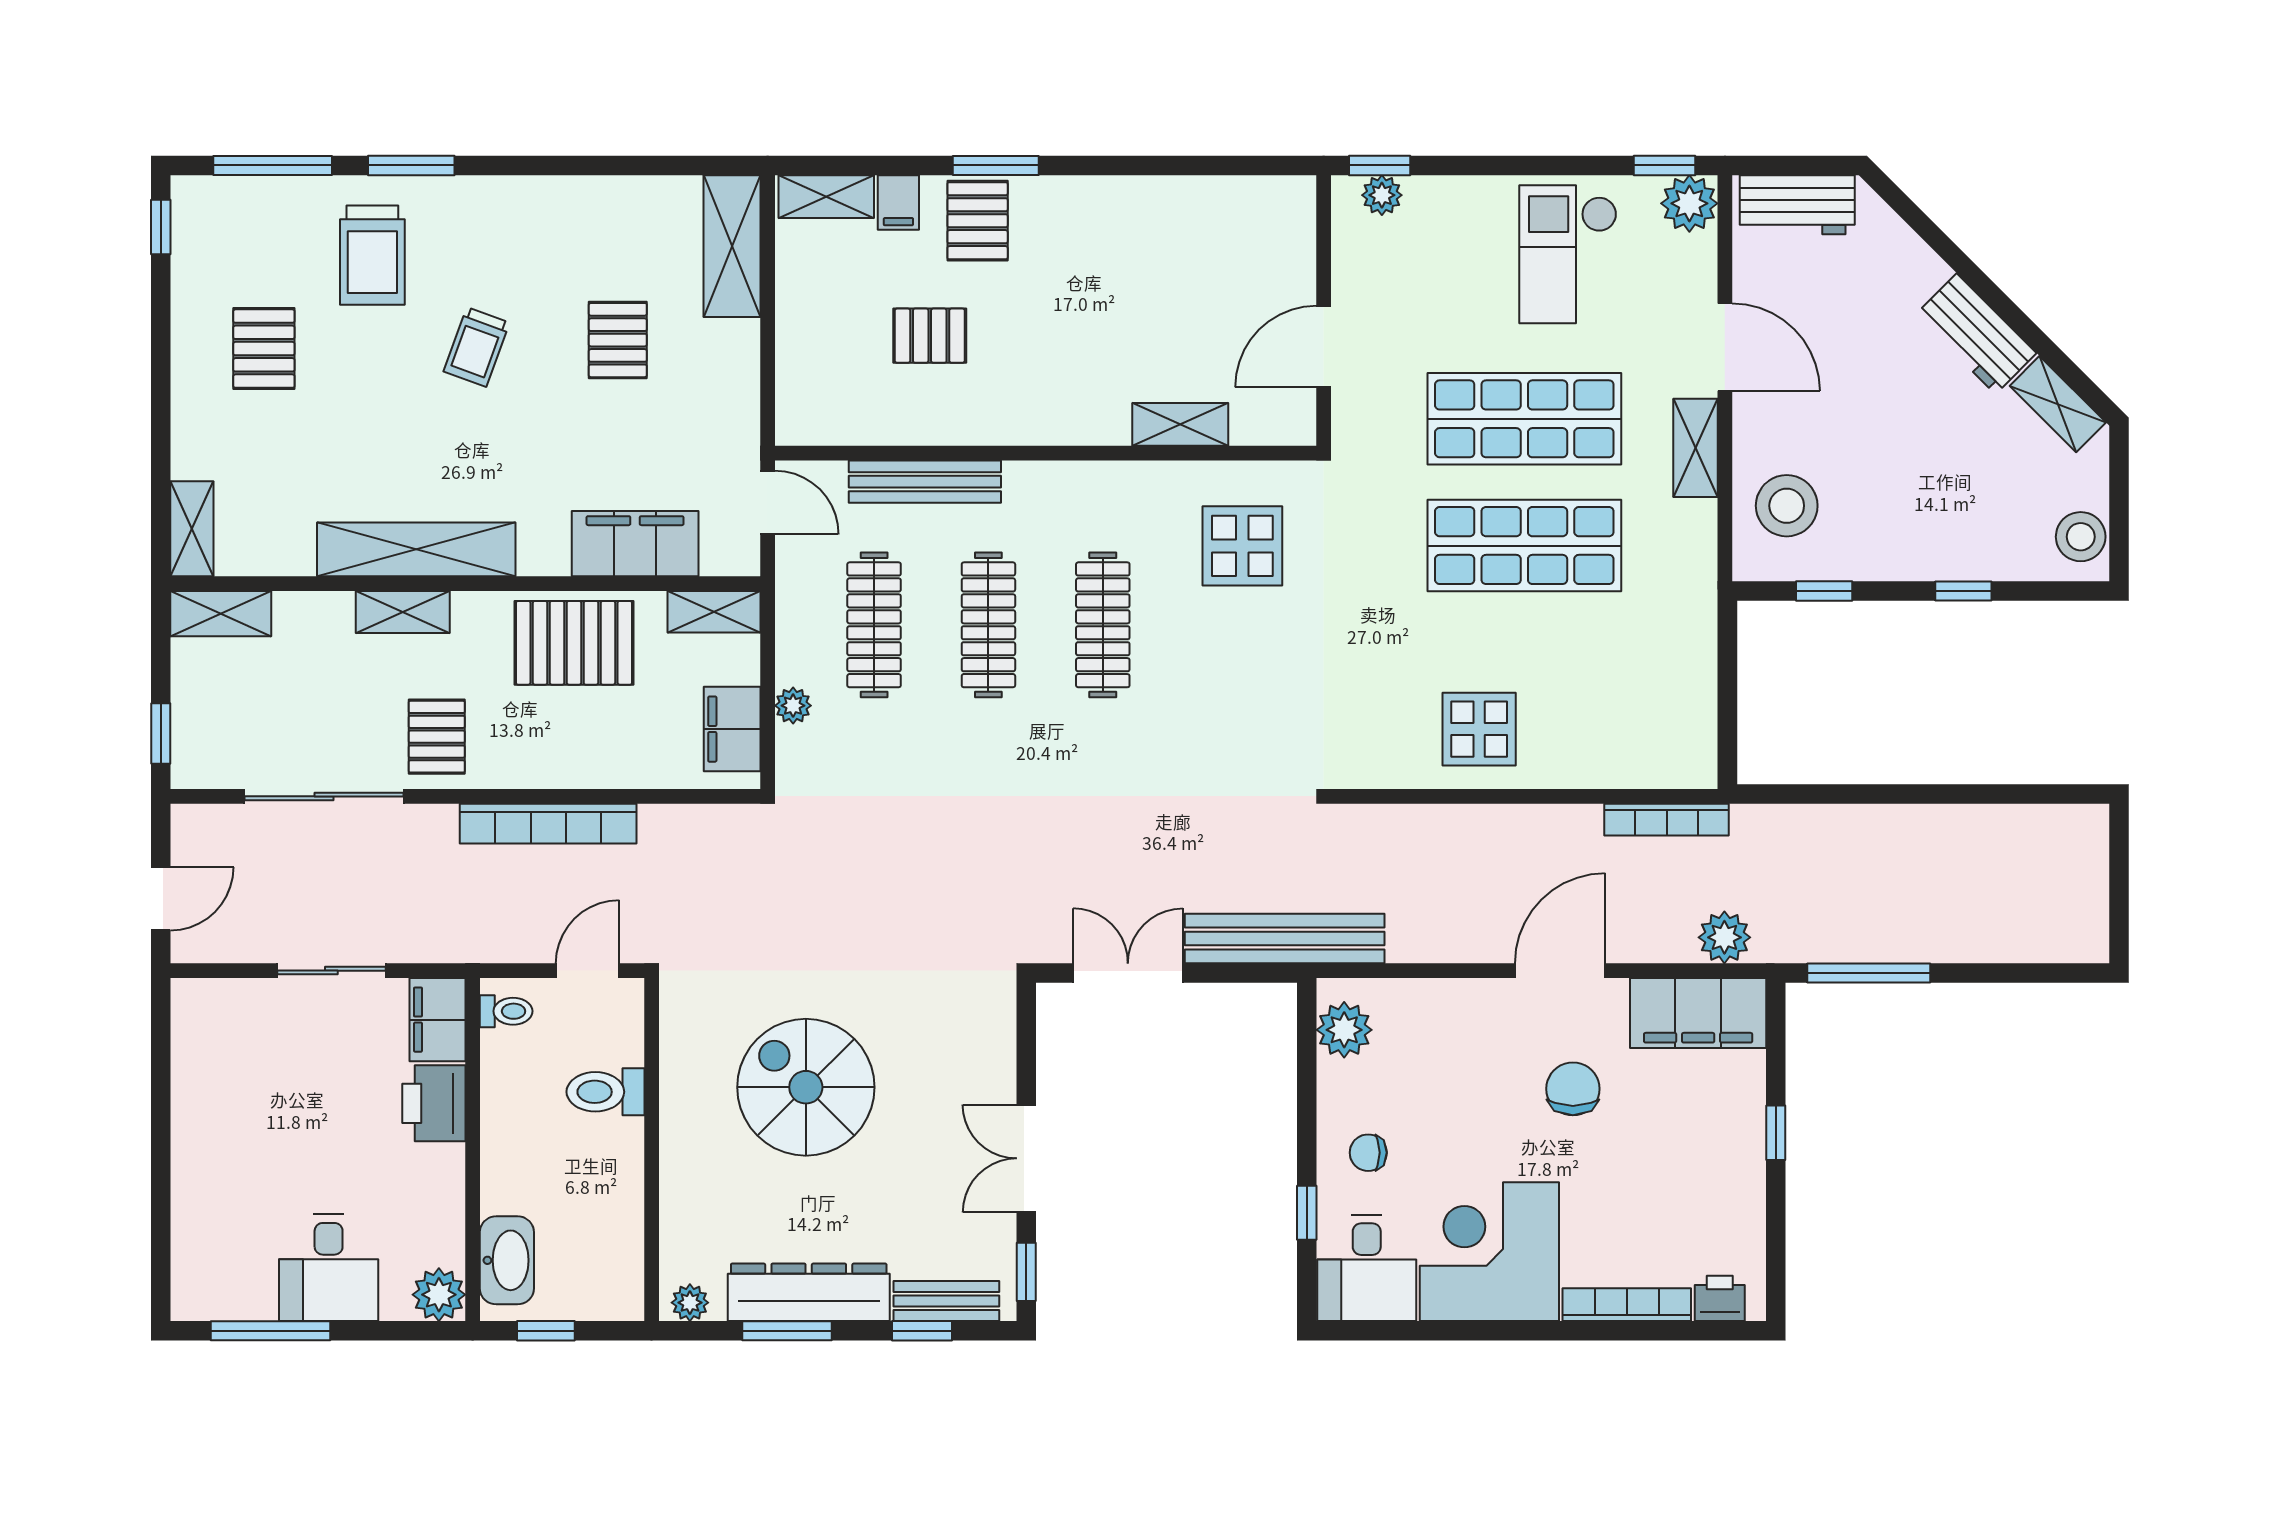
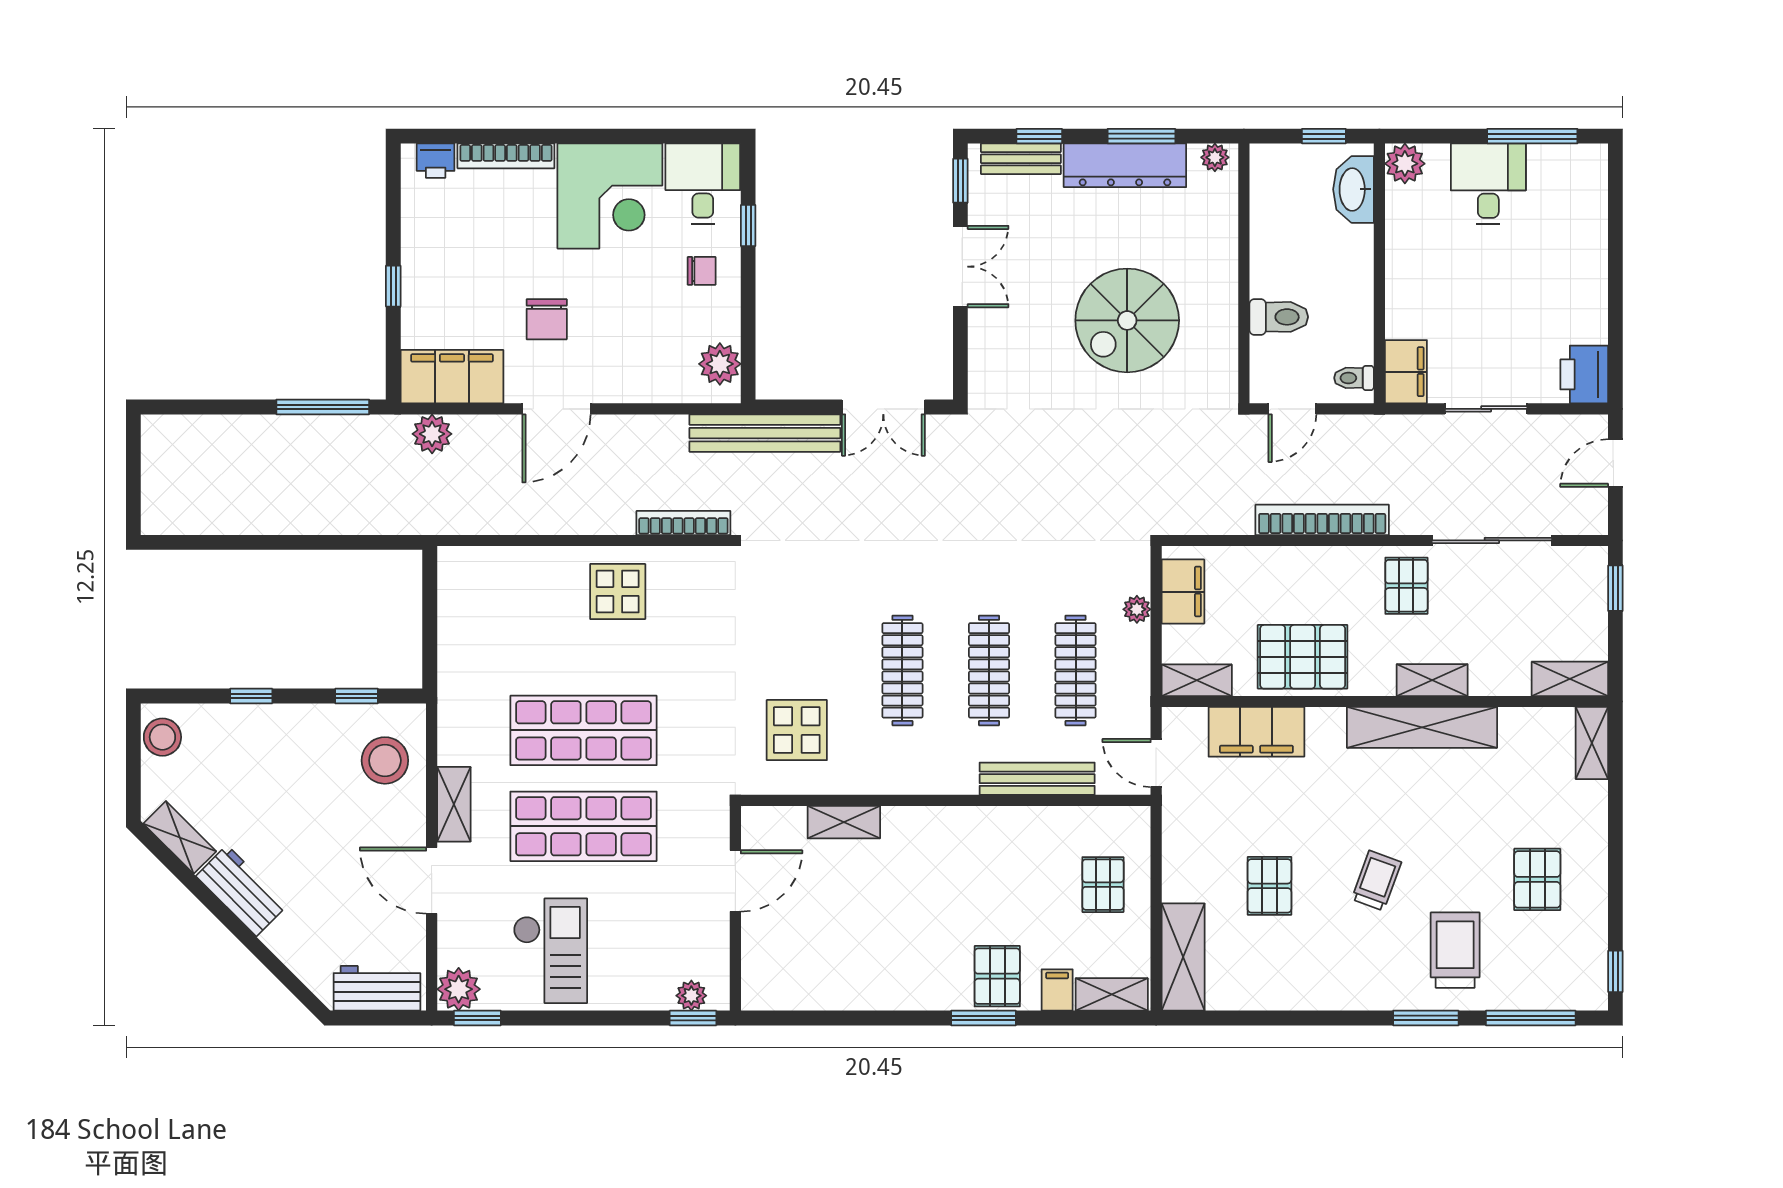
pallet: (930, 336) -> (1103, 885), moved, turned 90
bookcase: (1667, 820) -> (683, 523), moved
spiral stairs: (806, 1087) -> (1127, 320), turned 90
printer: (434, 1103) -> (1584, 374), moved, turned 180

